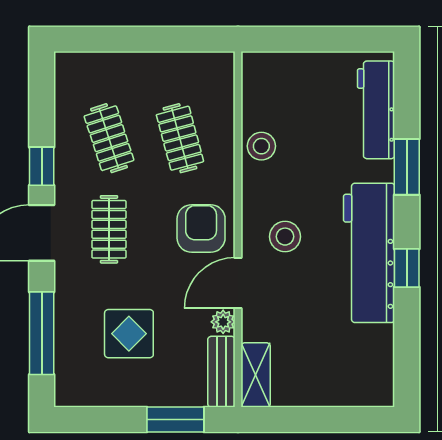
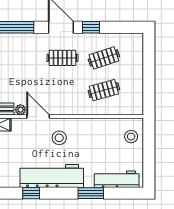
stool: (261, 146) -> (131, 137), moved
armchair: (201, 228) -> (63, 100), removed
window: (407, 268) -> (31, 193), moved
display table: (129, 334) -> (15, 67), removed

